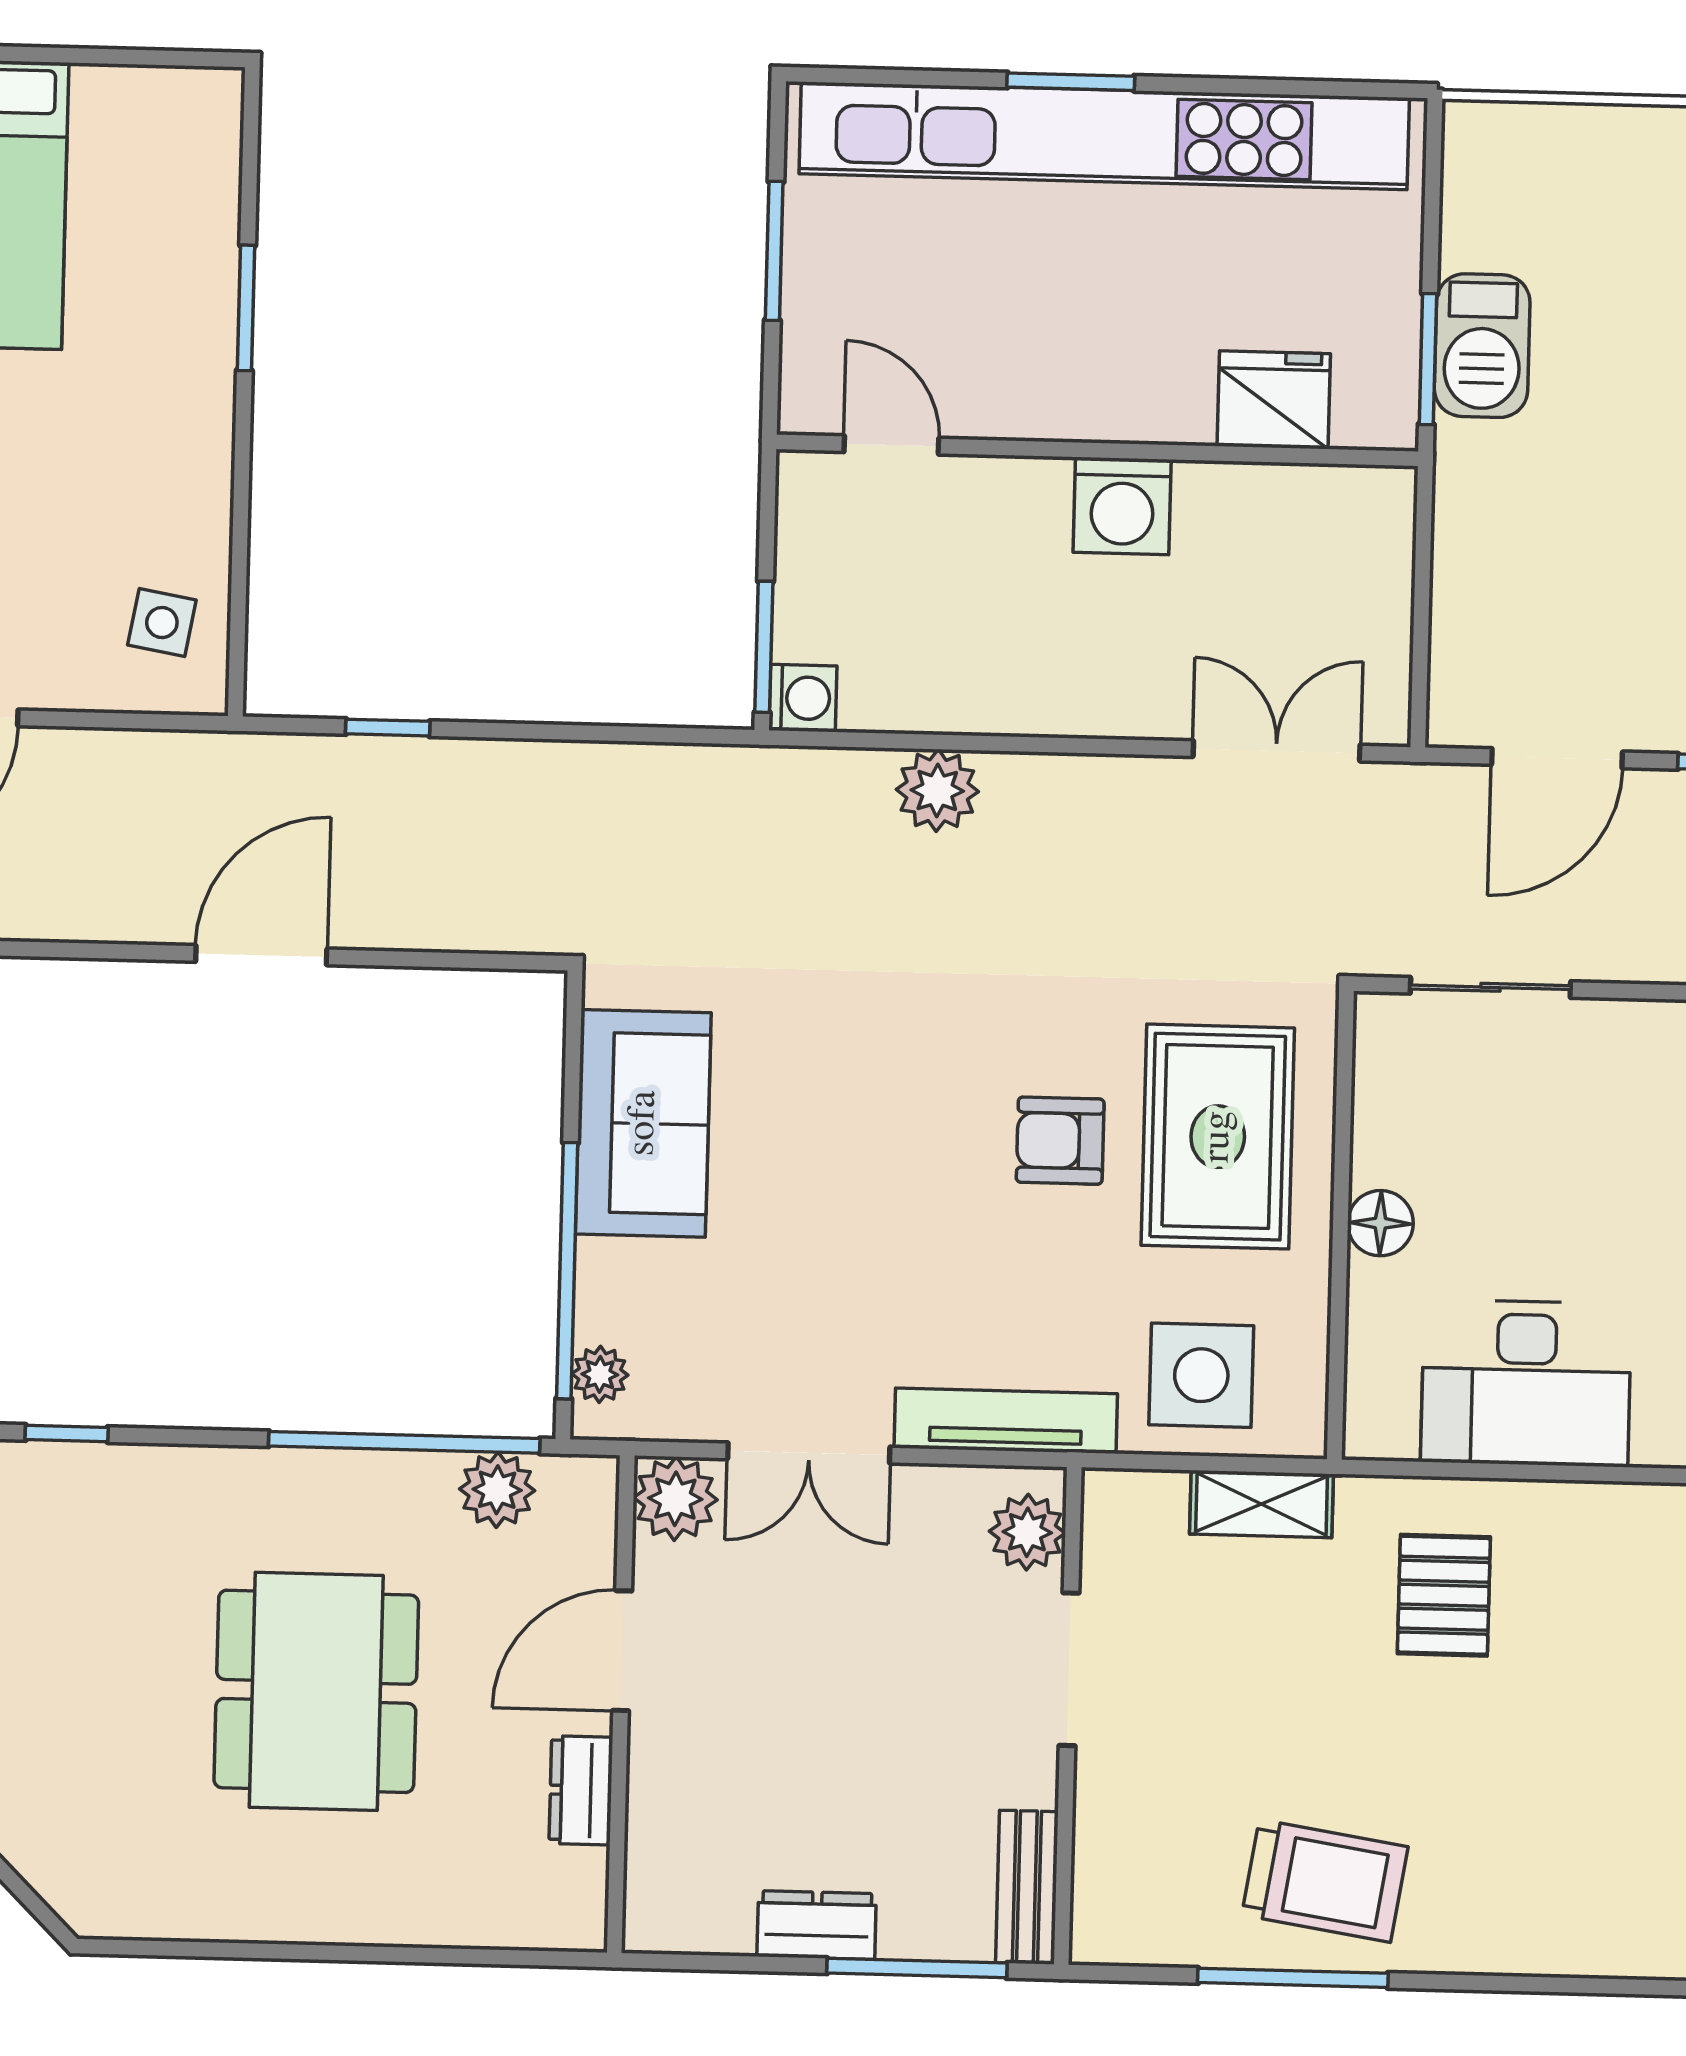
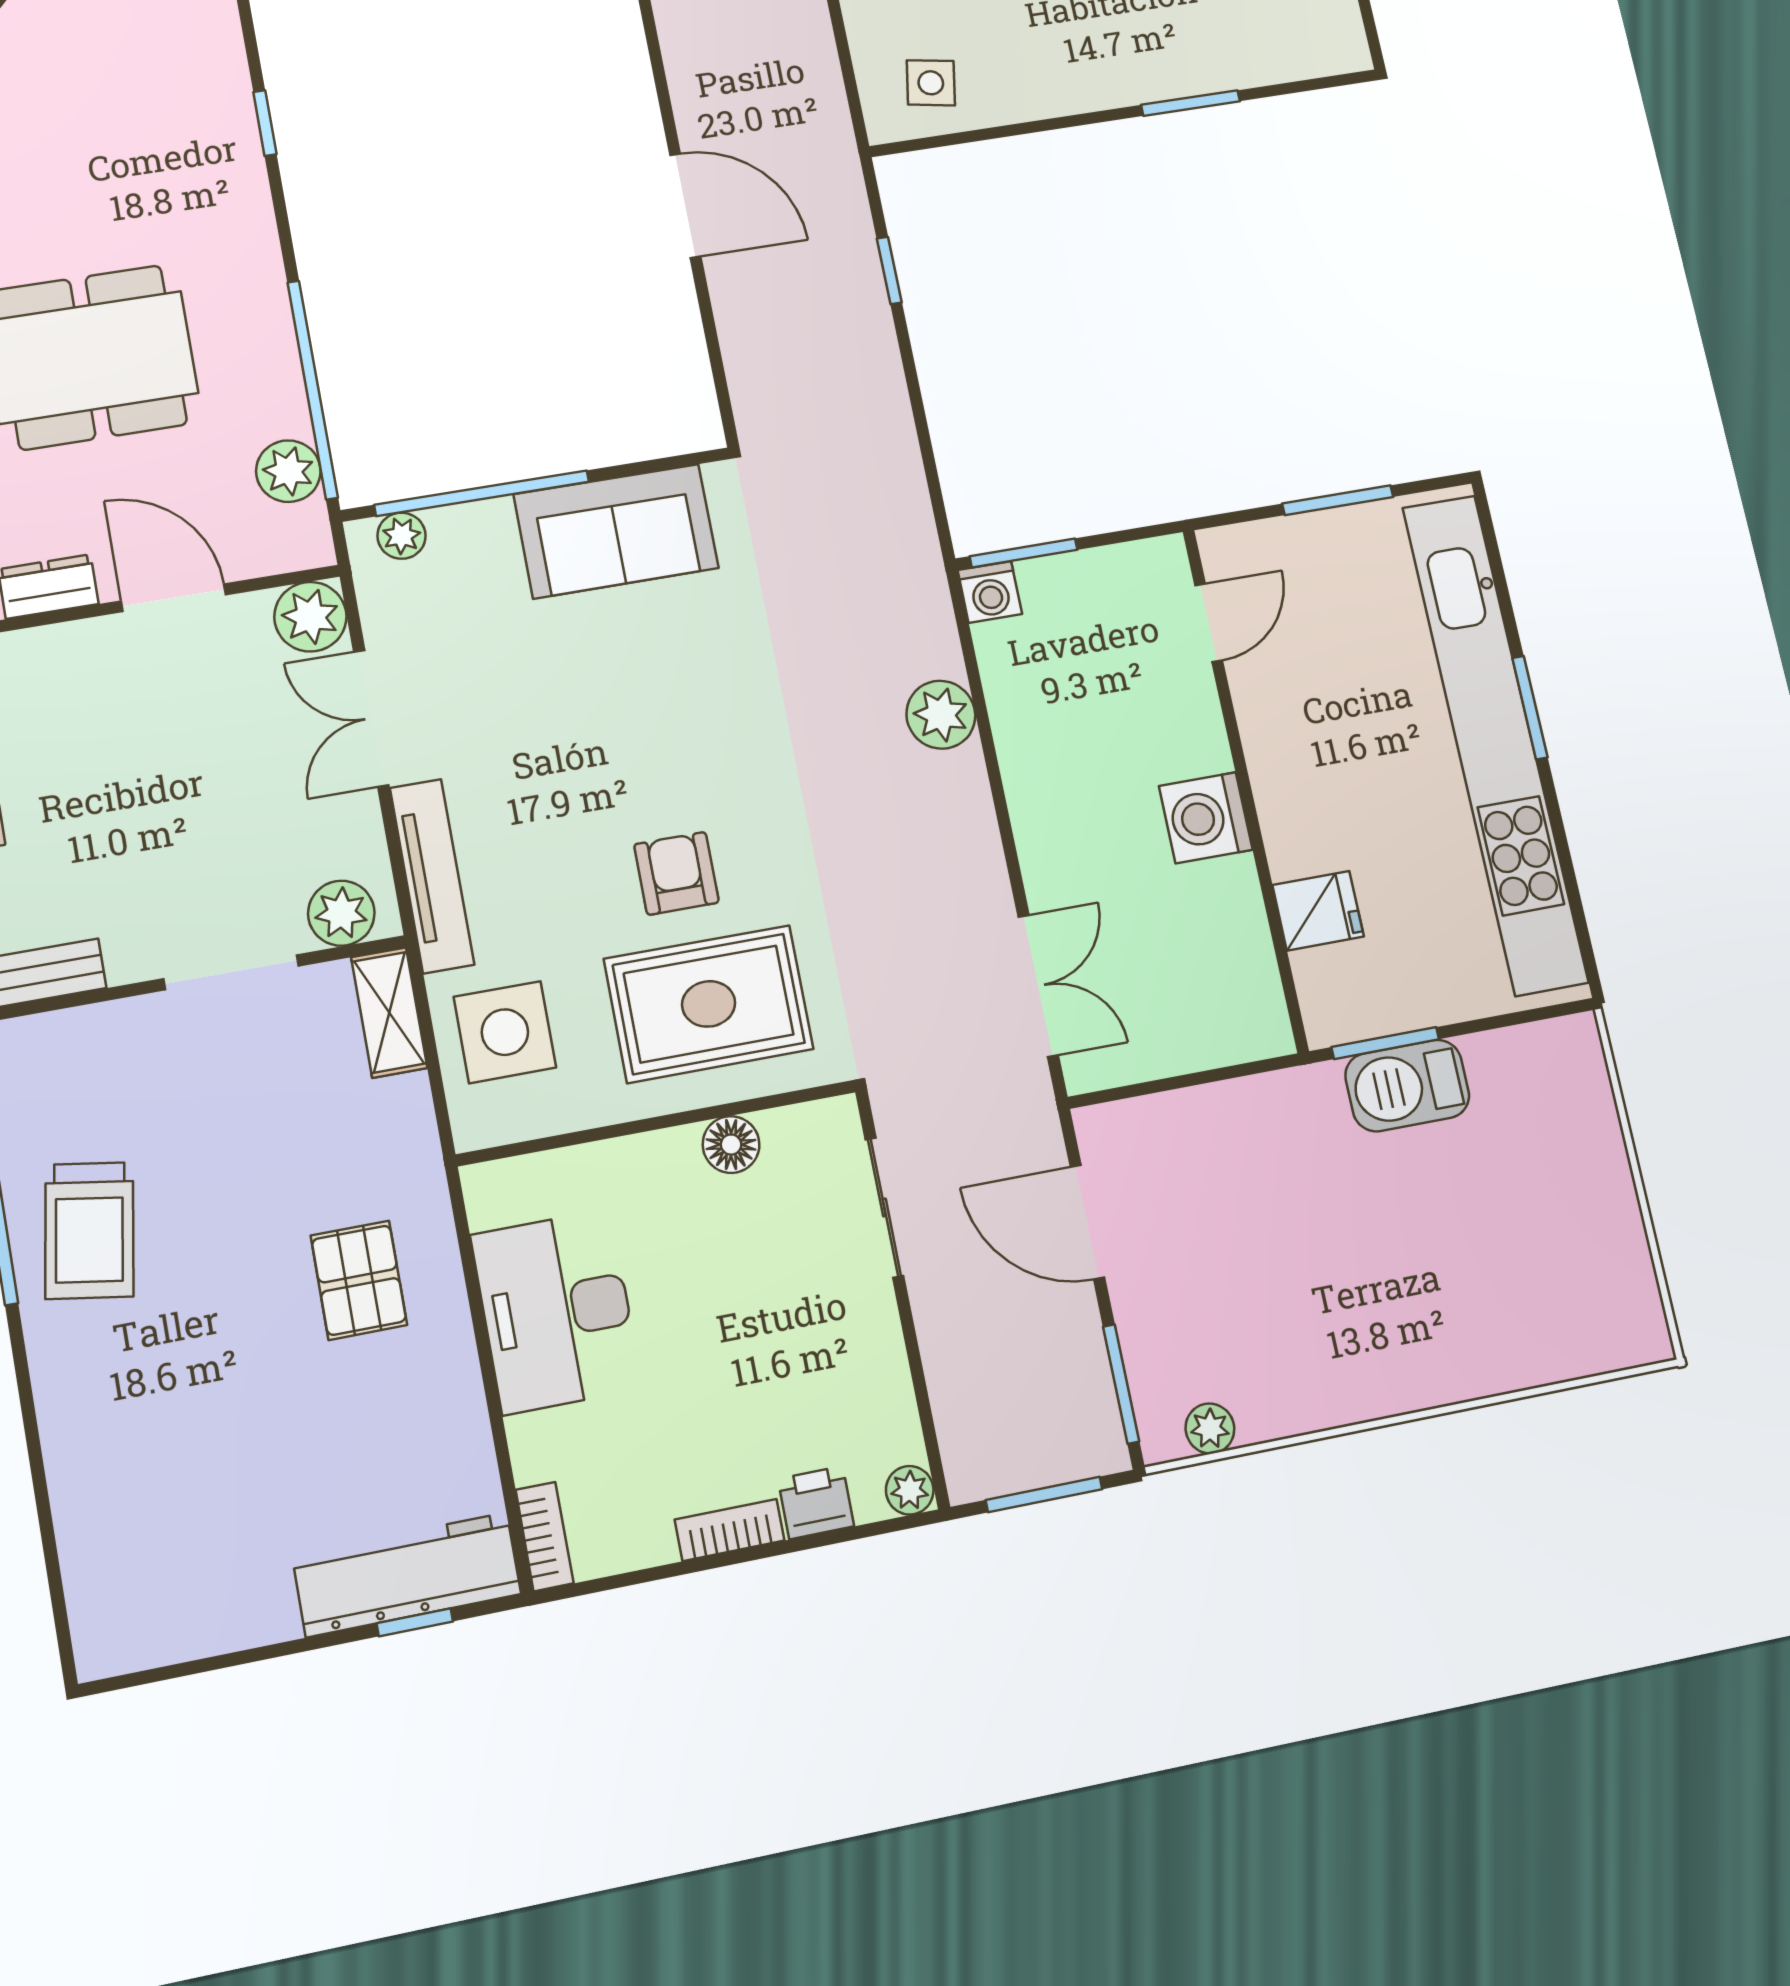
fridge: (1274, 400) -> (1318, 911), width x0.72
floor lamp: (1380, 1223) -> (731, 1145), moved
shelving: (1262, 1504) -> (389, 1013), moved
pallet: (1444, 1595) -> (359, 1280), turned 90

